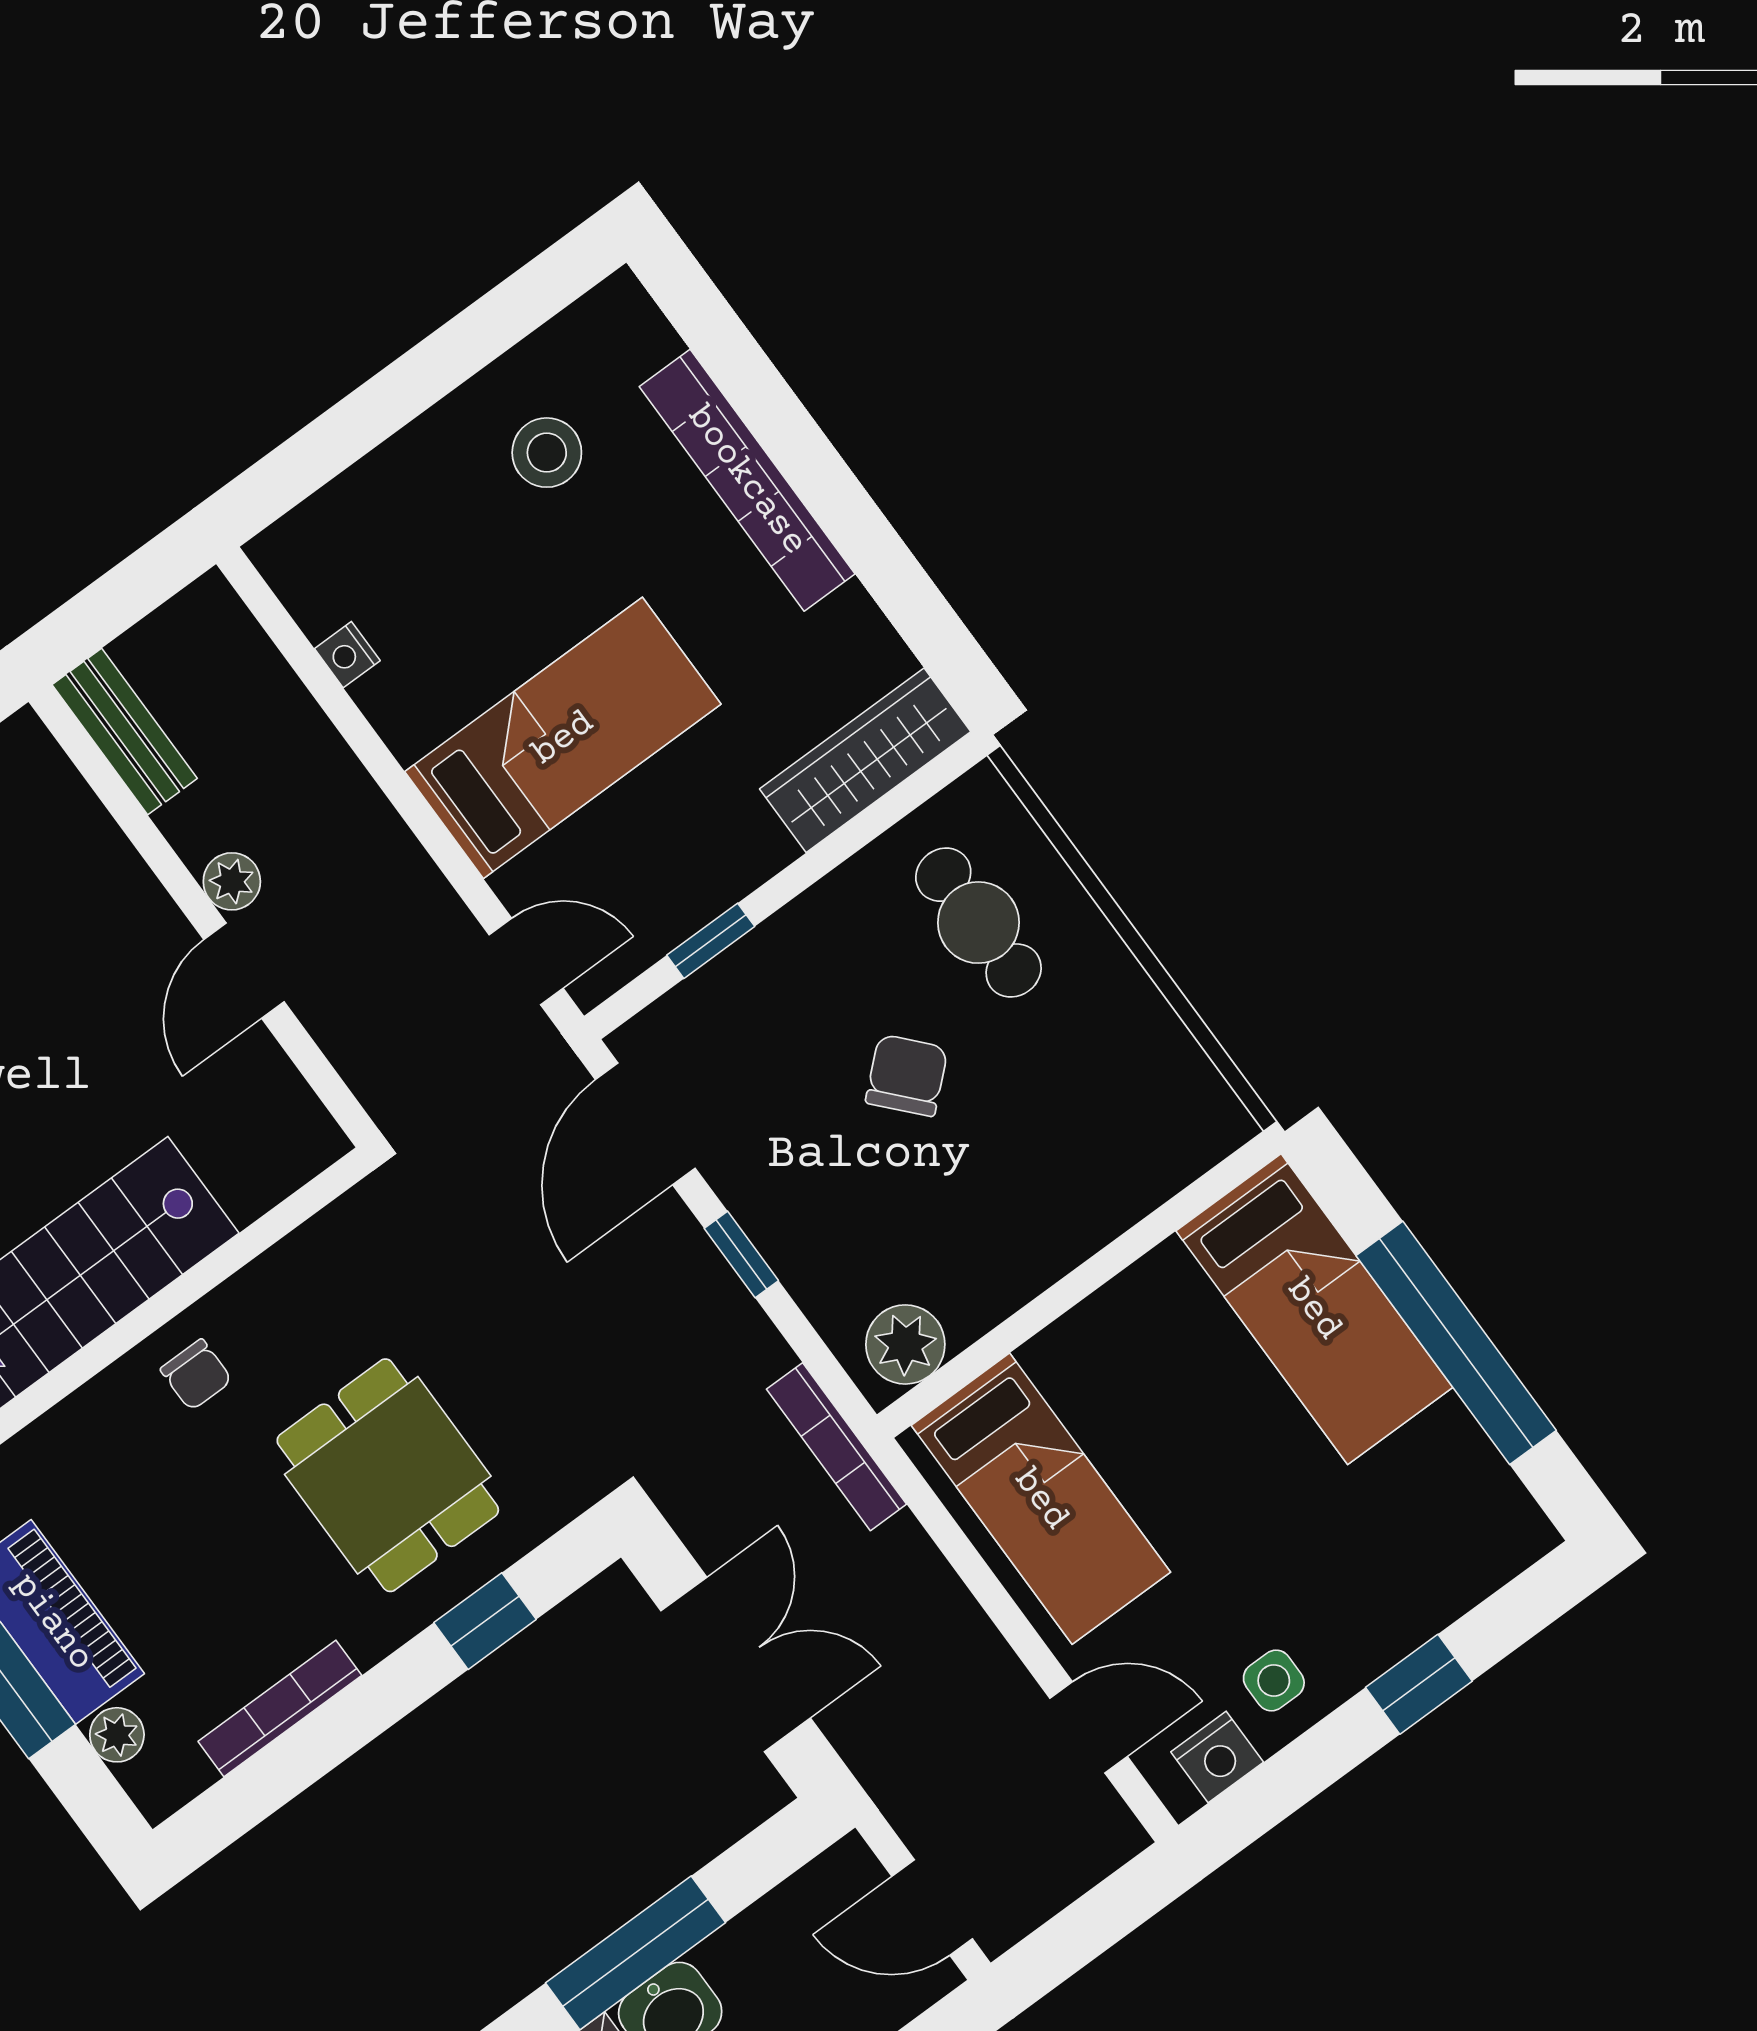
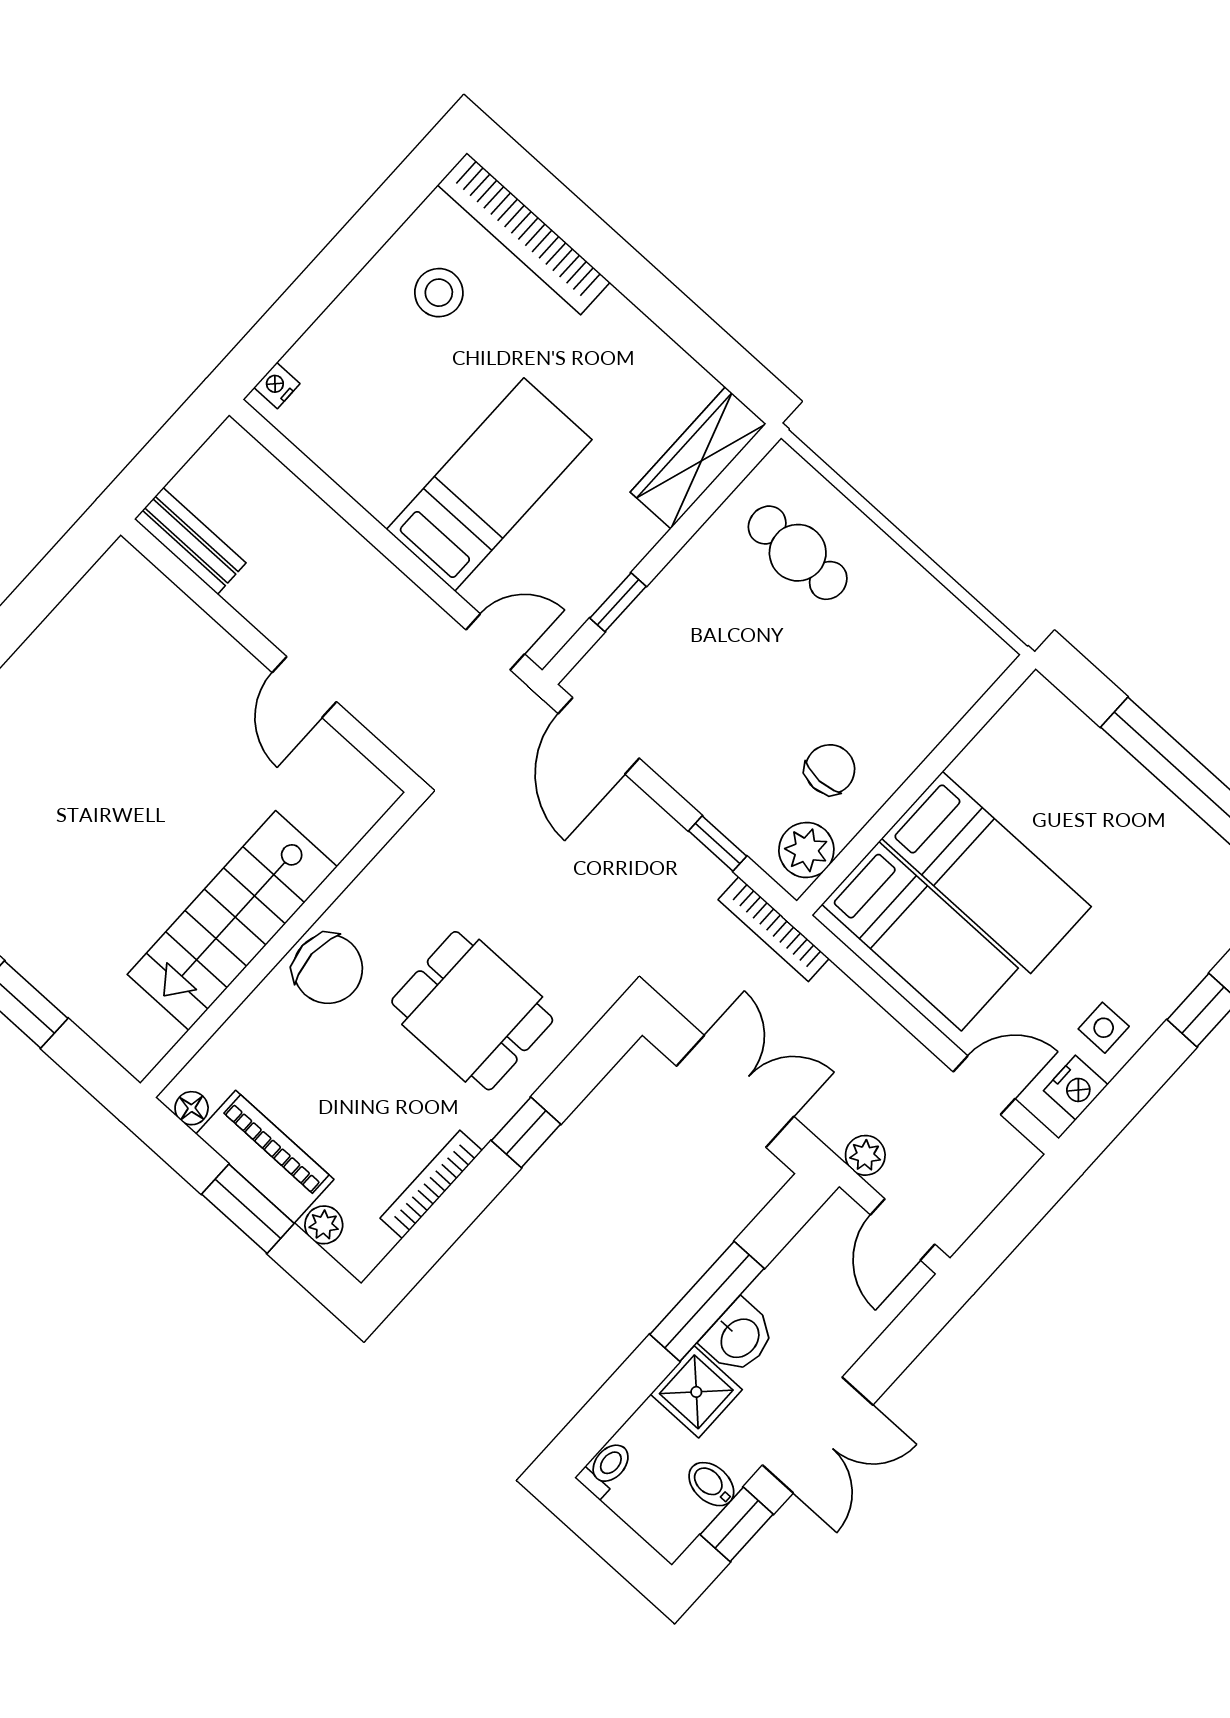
bookcase: (747, 480) -> (524, 234), moved
nightstand: (347, 655) -> (277, 386), moved, turned 90
plant: (232, 881) -> (865, 1155), moved
chair: (907, 1075) -> (830, 769), moved, turned 42
window: (741, 1254) -> (718, 843), moved
bed: (1314, 1309) -> (986, 872), moved
chair: (196, 1375) -> (328, 969), width x1.87, depth x1.87
window: (485, 1621) -> (526, 1132), moved
door: (932, 1908) -> (903, 1230), hinge flipped

